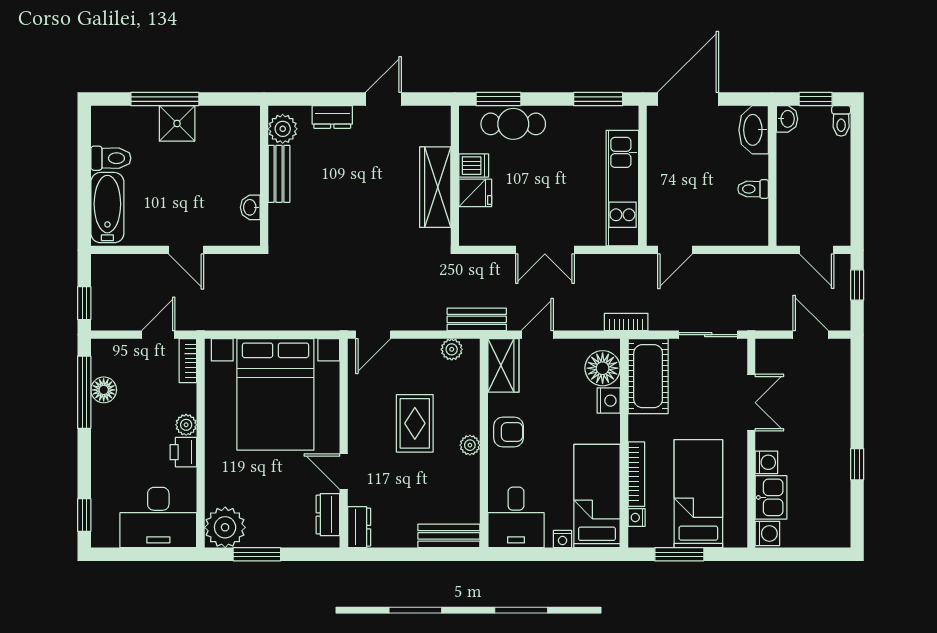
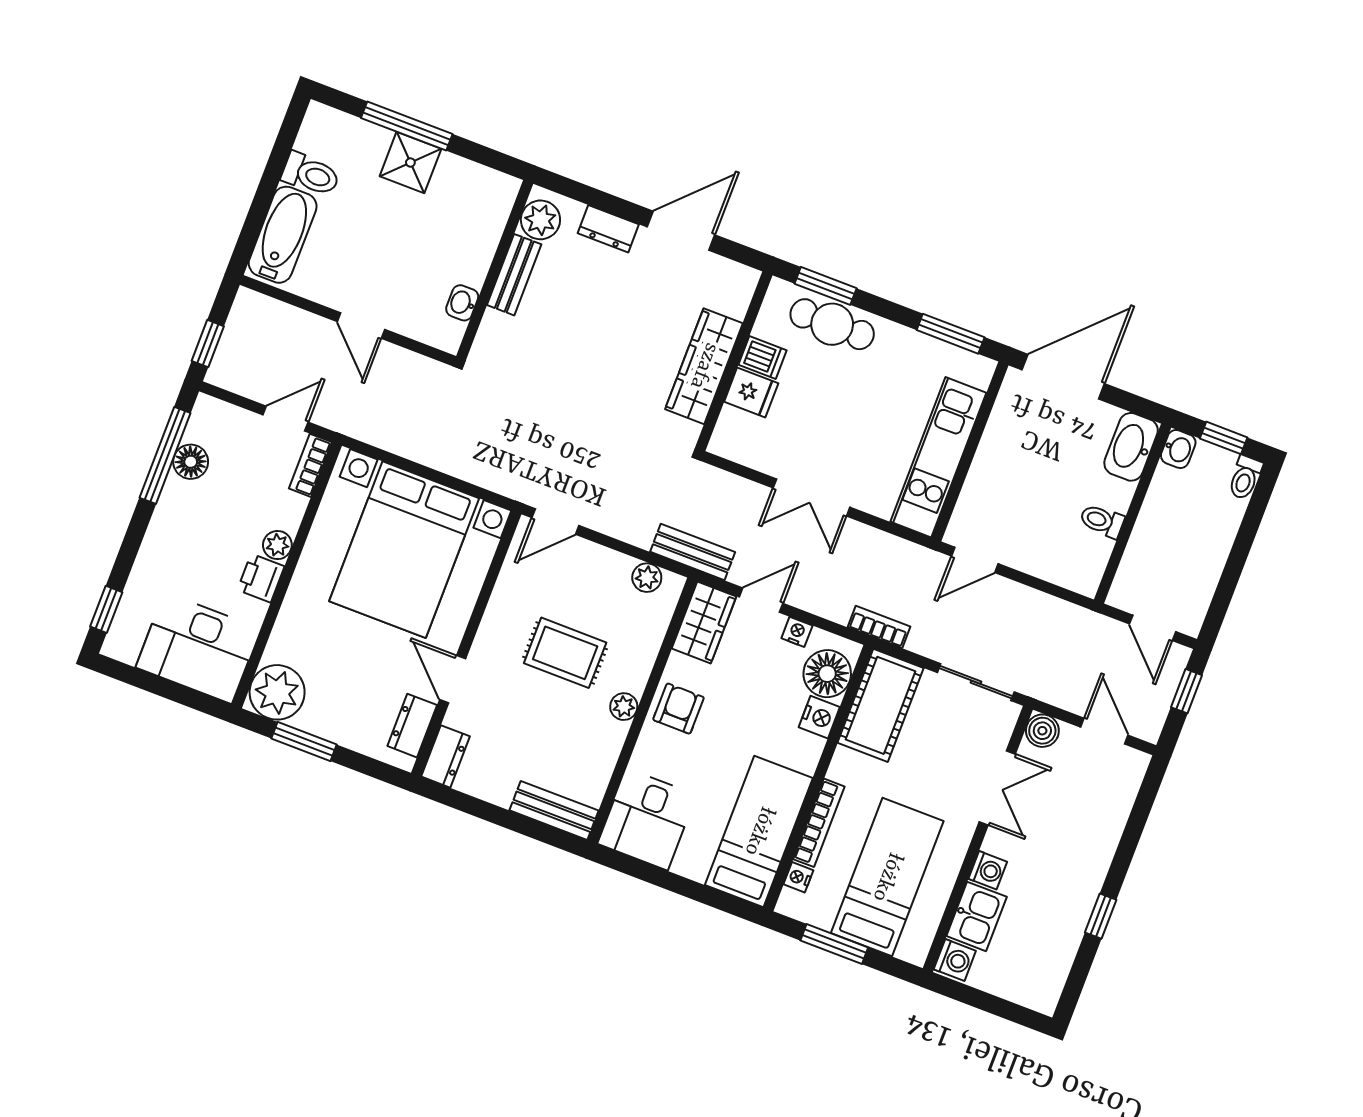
door: (383, 99) -> (681, 231), width x1.38
boiler: (767, 351) -> (1042, 731), added
rug: (415, 423) -> (565, 653), turned 90
armchair: (508, 432) -> (678, 709), turned -90
nightstand: (562, 539) -> (797, 632), moved, turned 180

